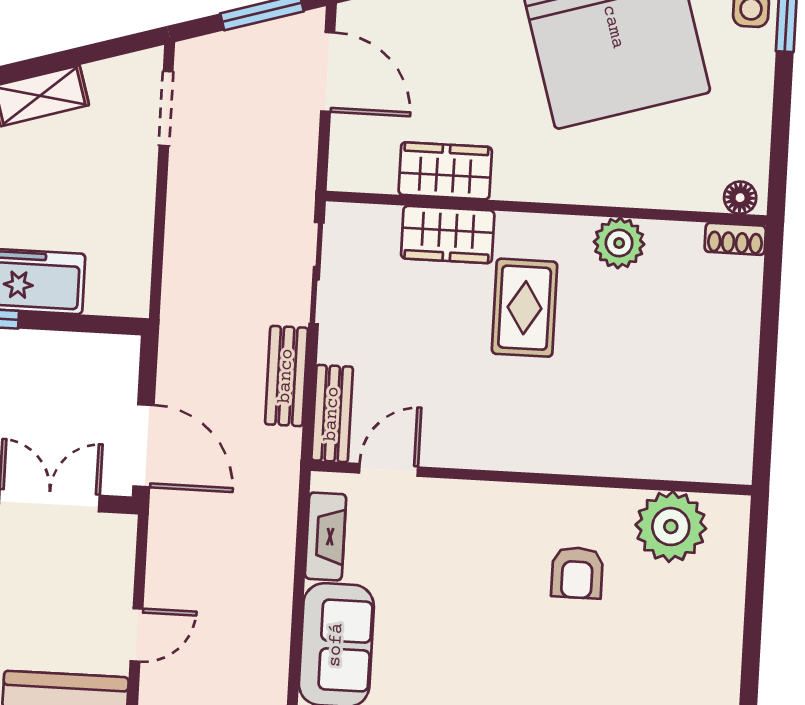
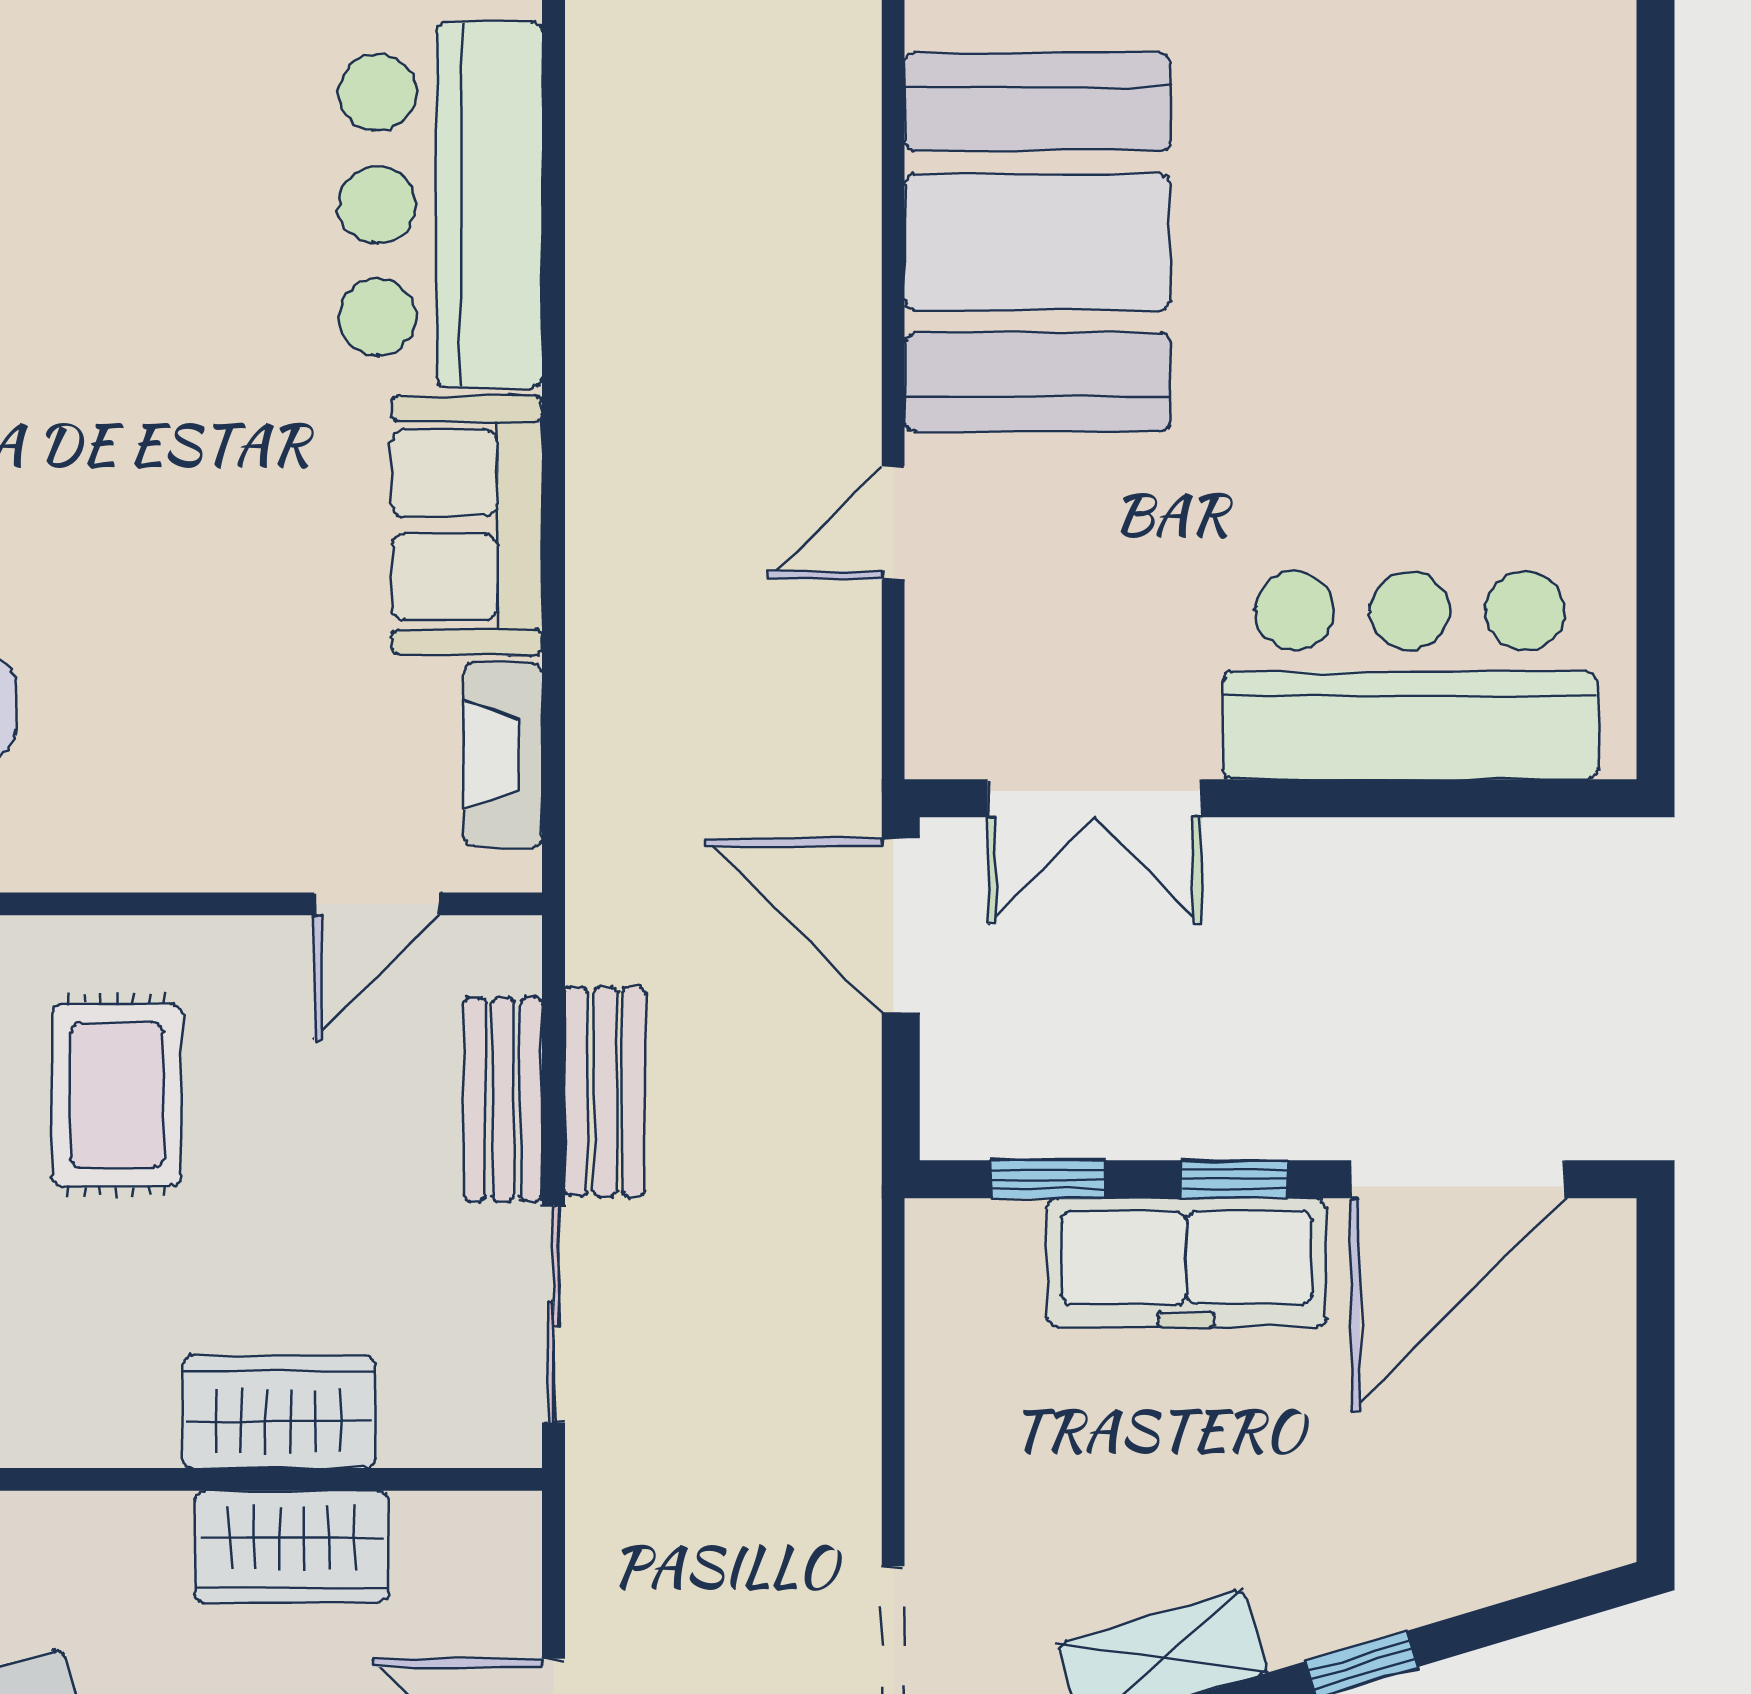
rug: (525, 308) -> (117, 1095), moved
window: (81, 323) -> (1048, 1179), added
bench: (332, 414) -> (503, 1099), moved

